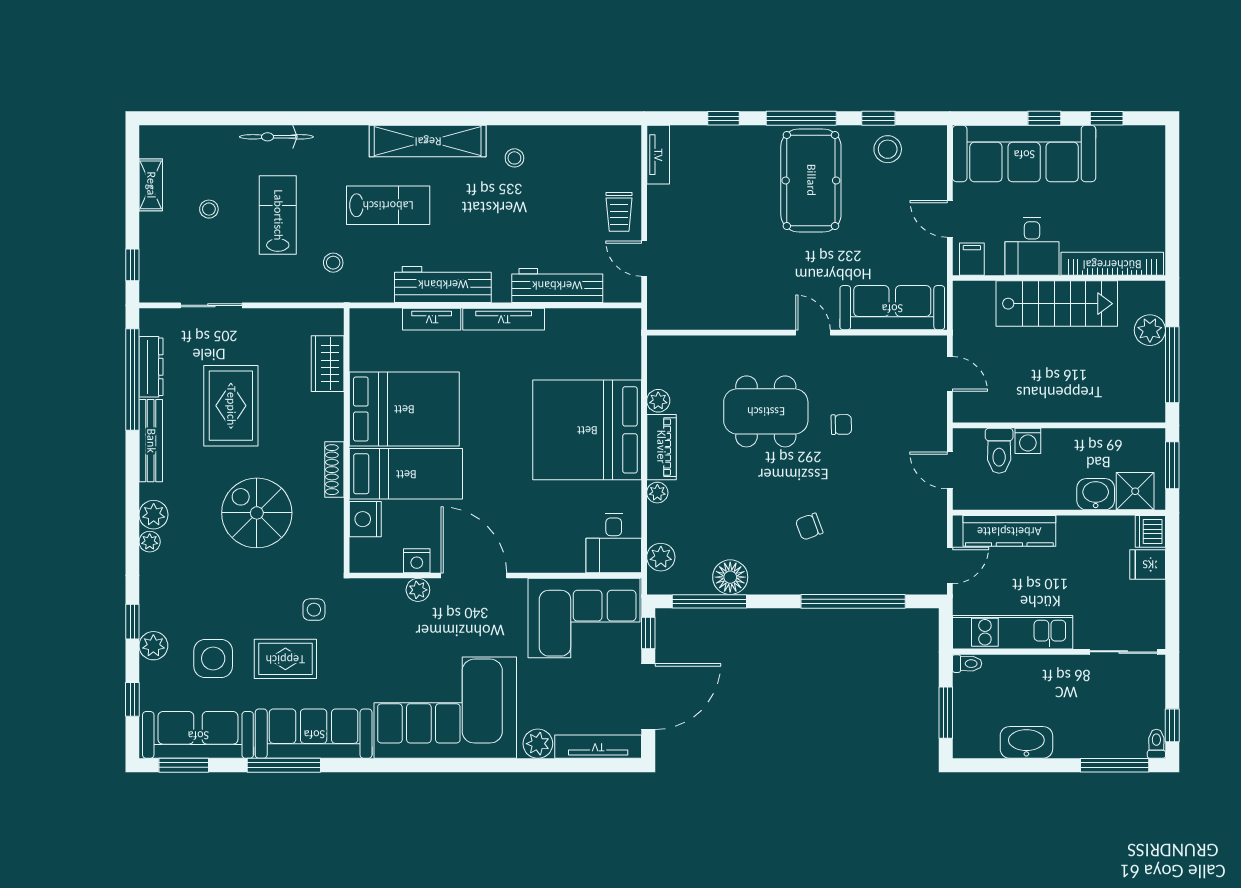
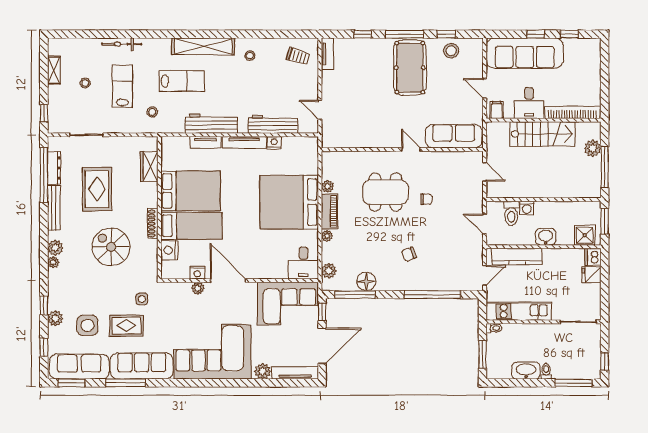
trolley: (619, 212) -> (298, 56), moved, turned -73
nightstand: (559, 320) -> (274, 143), added
washbasin: (1096, 494) -> (546, 237), moved
toilet: (1156, 744) -> (546, 371), moved

